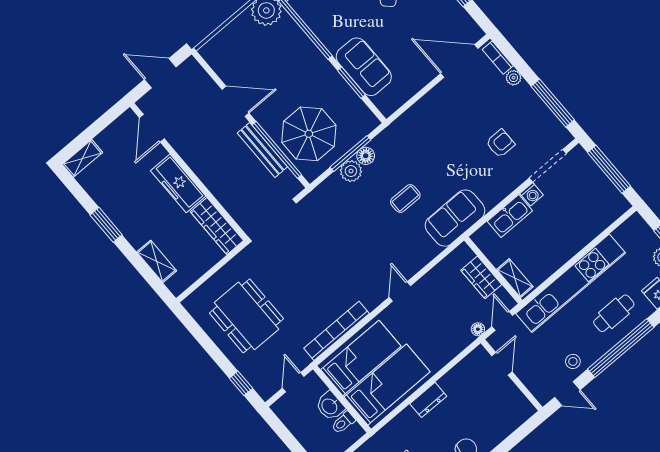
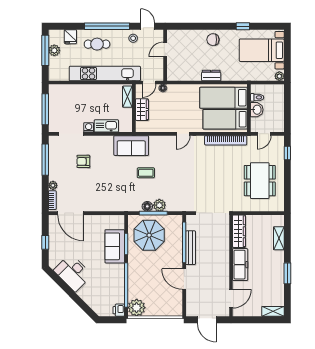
parasol: (309, 134) -> (149, 235), moved
door: (502, 364) -> (165, 49), moved

